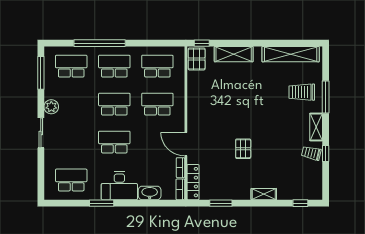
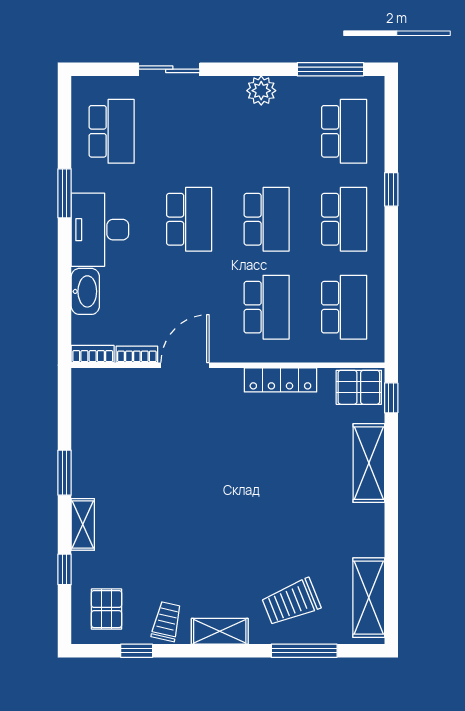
window: (100, 43) -> (391, 189), width x0.32
shelving: (291, 54) -> (369, 598), width x0.68
trolley: (302, 92) -> (291, 602), turned -112
window: (326, 97) -> (304, 651), moved
sliding door: (41, 133) -> (169, 69), moved
pallet: (243, 149) -> (106, 609), moved, turned 90
window: (326, 154) -> (137, 651), moved
locker: (193, 182) -> (280, 380), moved
window: (221, 203) -> (65, 473), moved
window: (300, 203) -> (65, 569), moved

